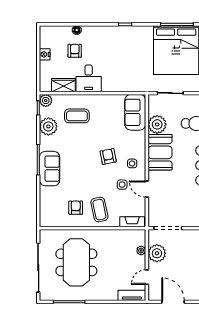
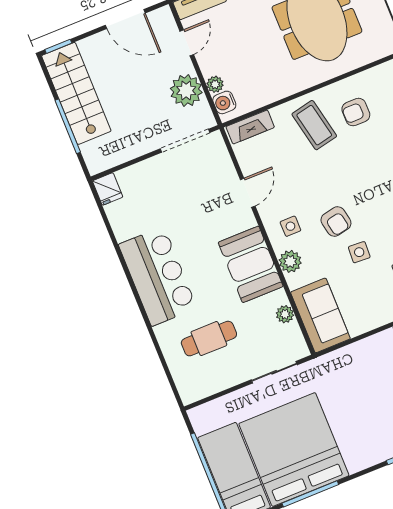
plant: (157, 124) -> (285, 314), width x0.53, depth x0.53
plant: (139, 146) -> (290, 261), added
side table: (122, 185) -> (359, 252), moved
door: (147, 189) -> (248, 193), hinge flipped
armchair: (76, 208) -> (356, 112), turned 90
water cooler: (140, 239) -> (224, 102), added

